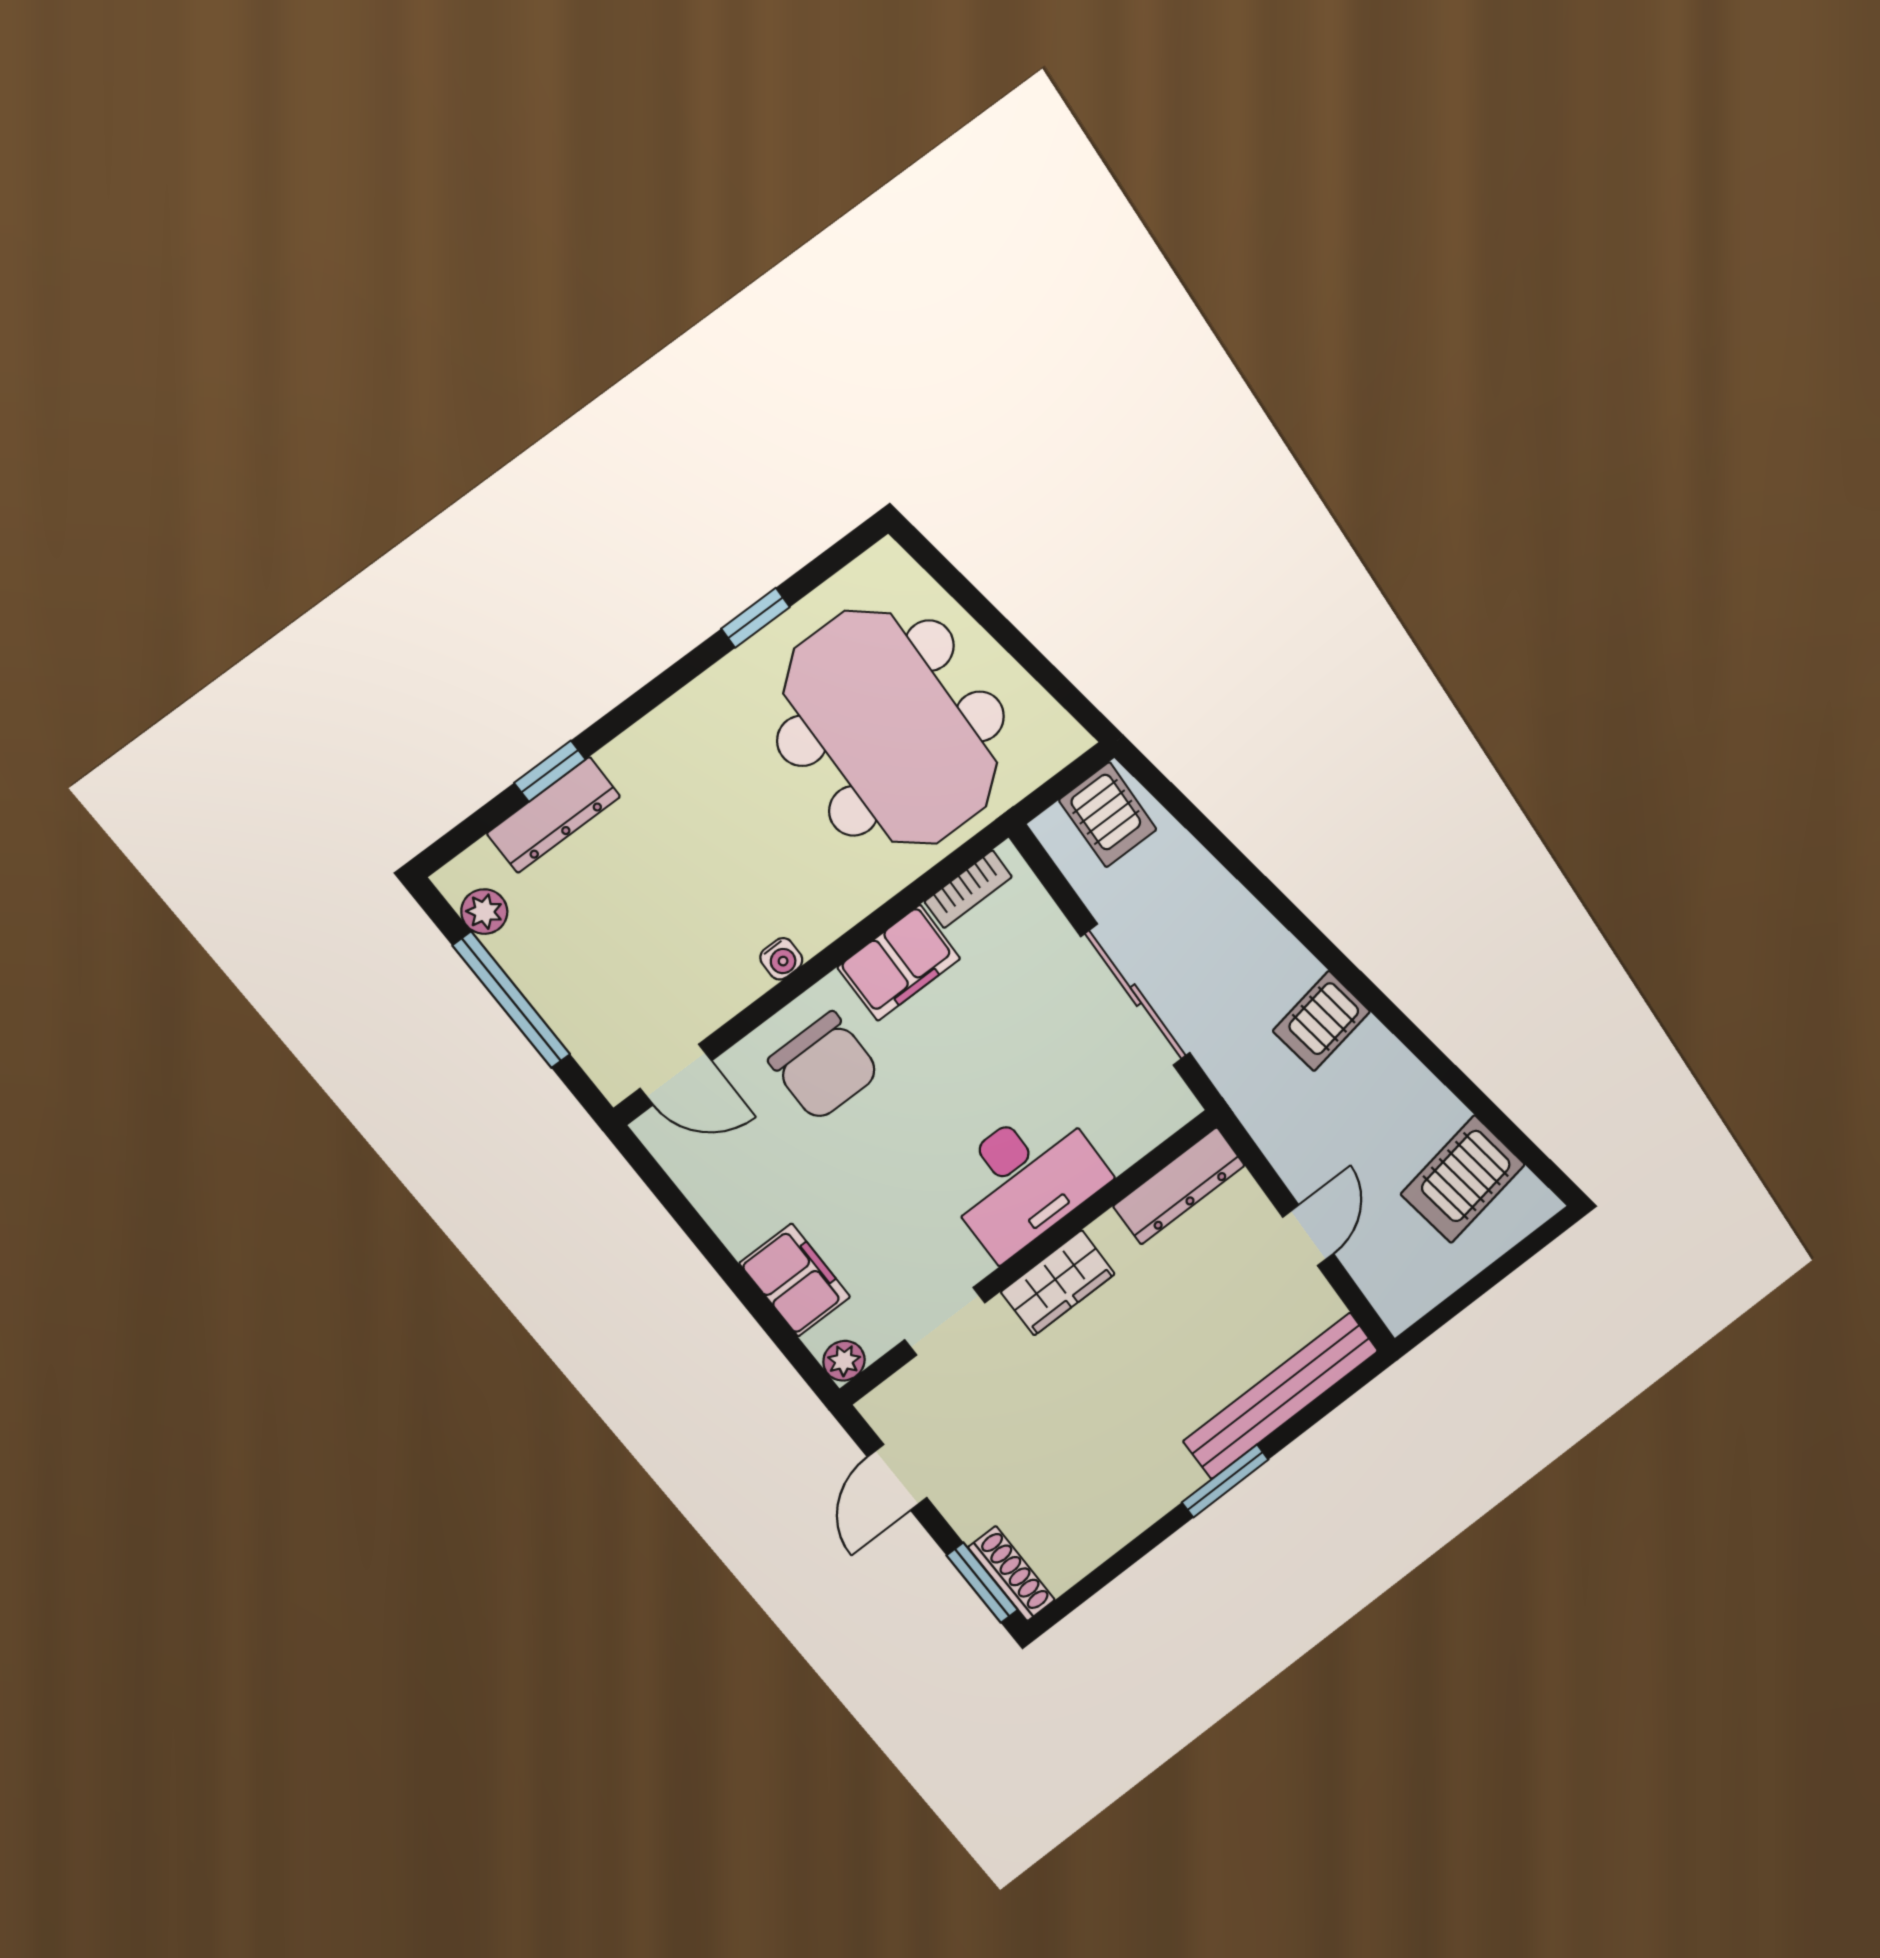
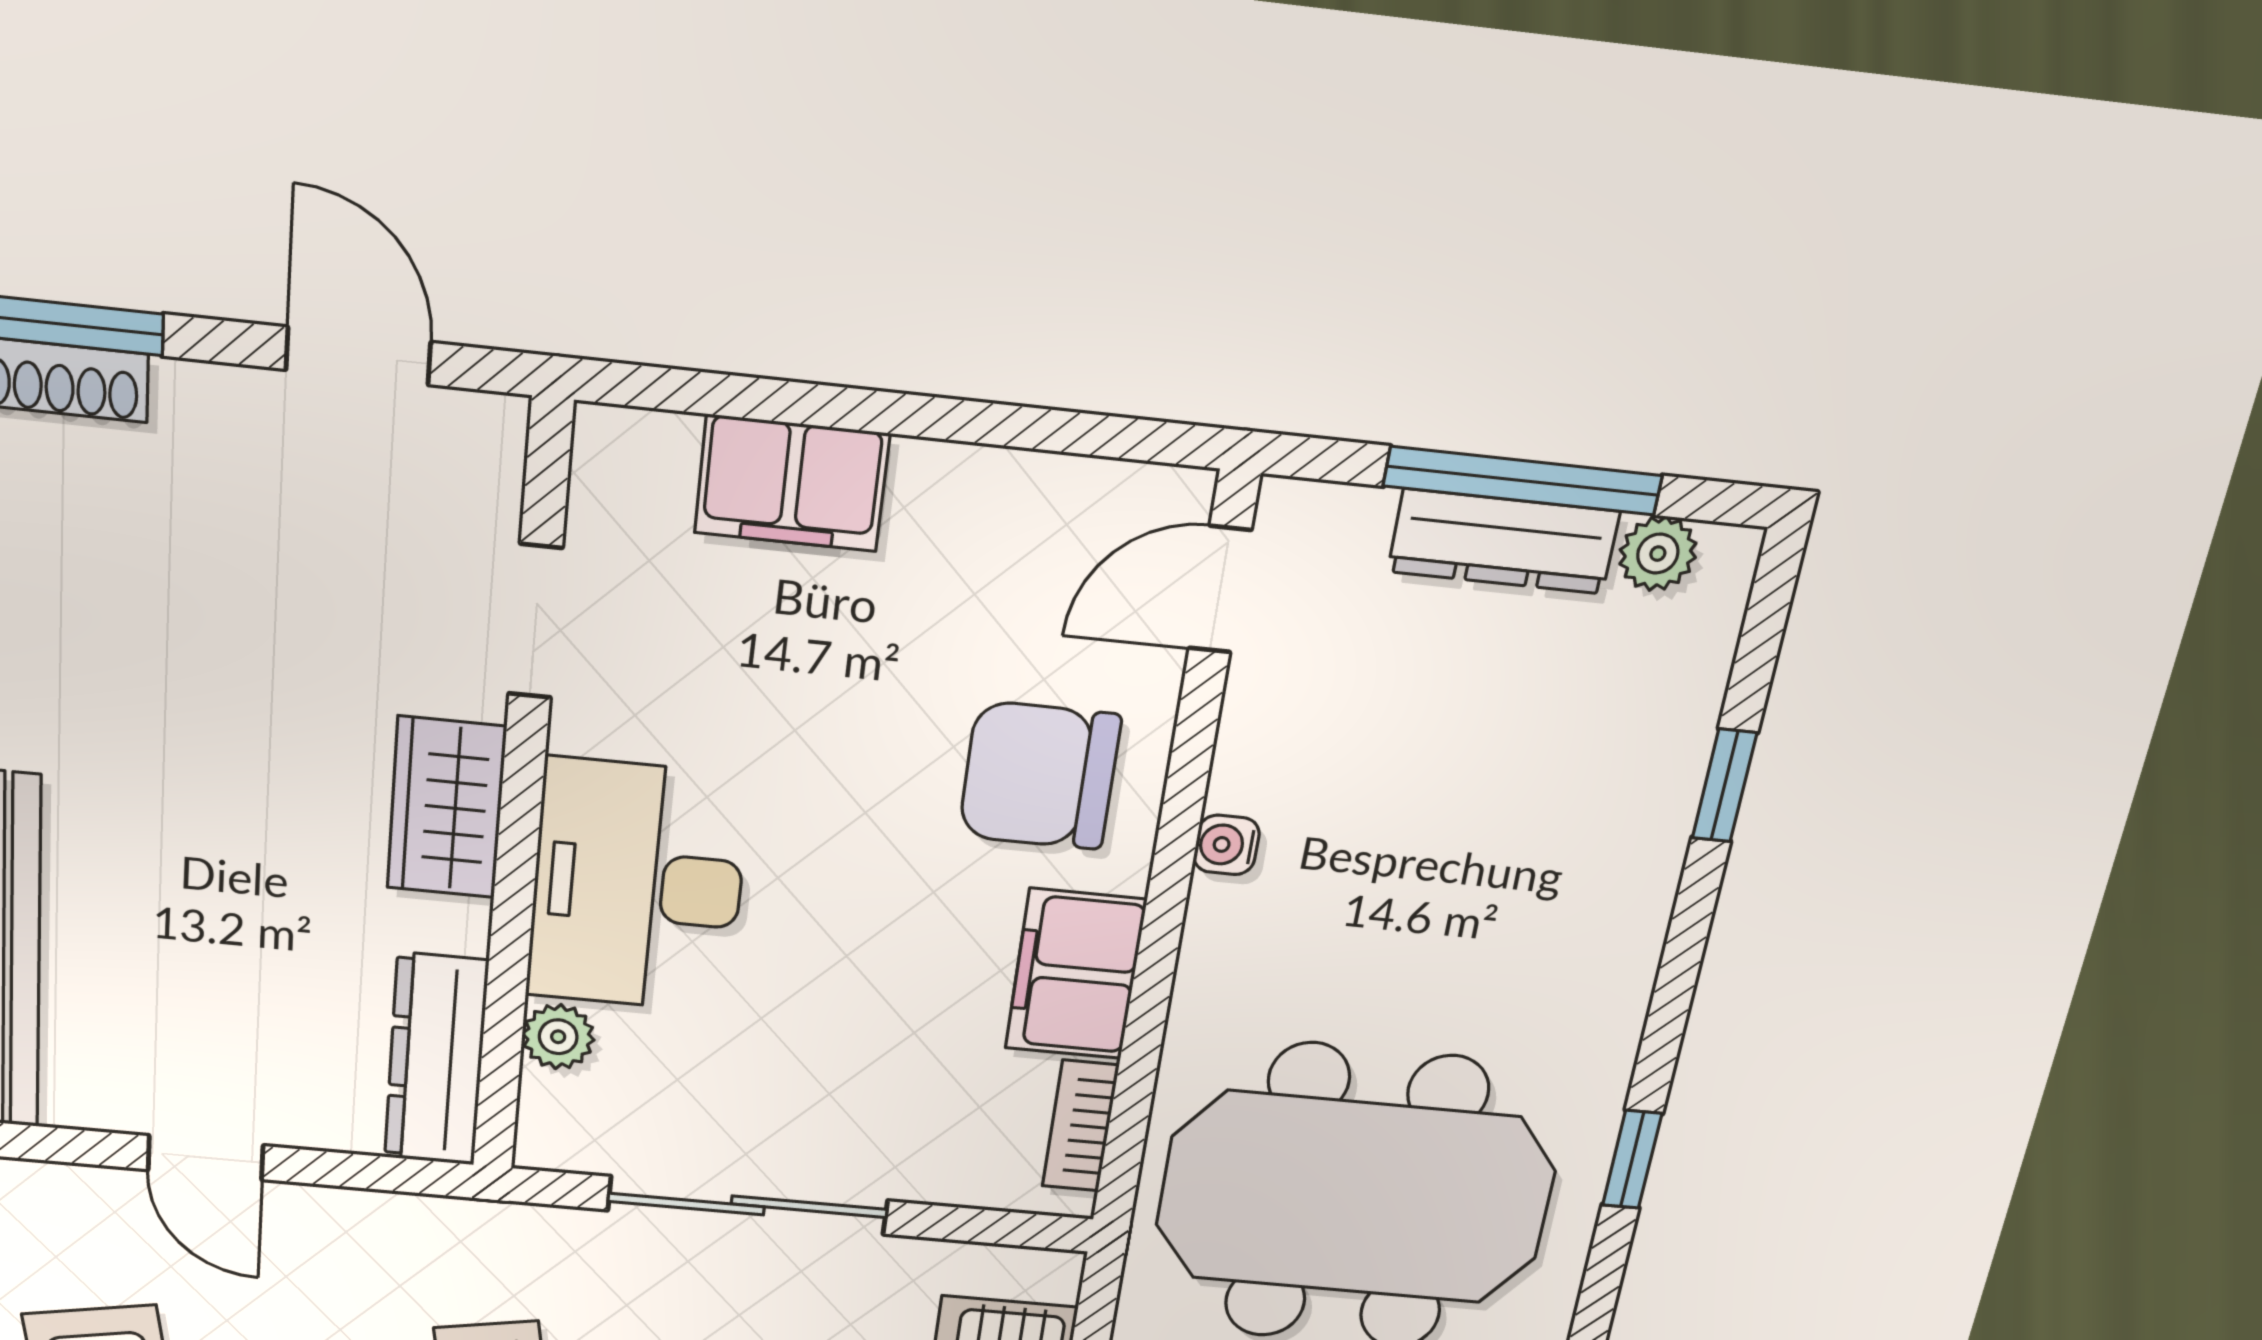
dresser: (554, 815) -> (1504, 541), moved, turned -90
plant: (844, 1361) -> (558, 1037), moved

